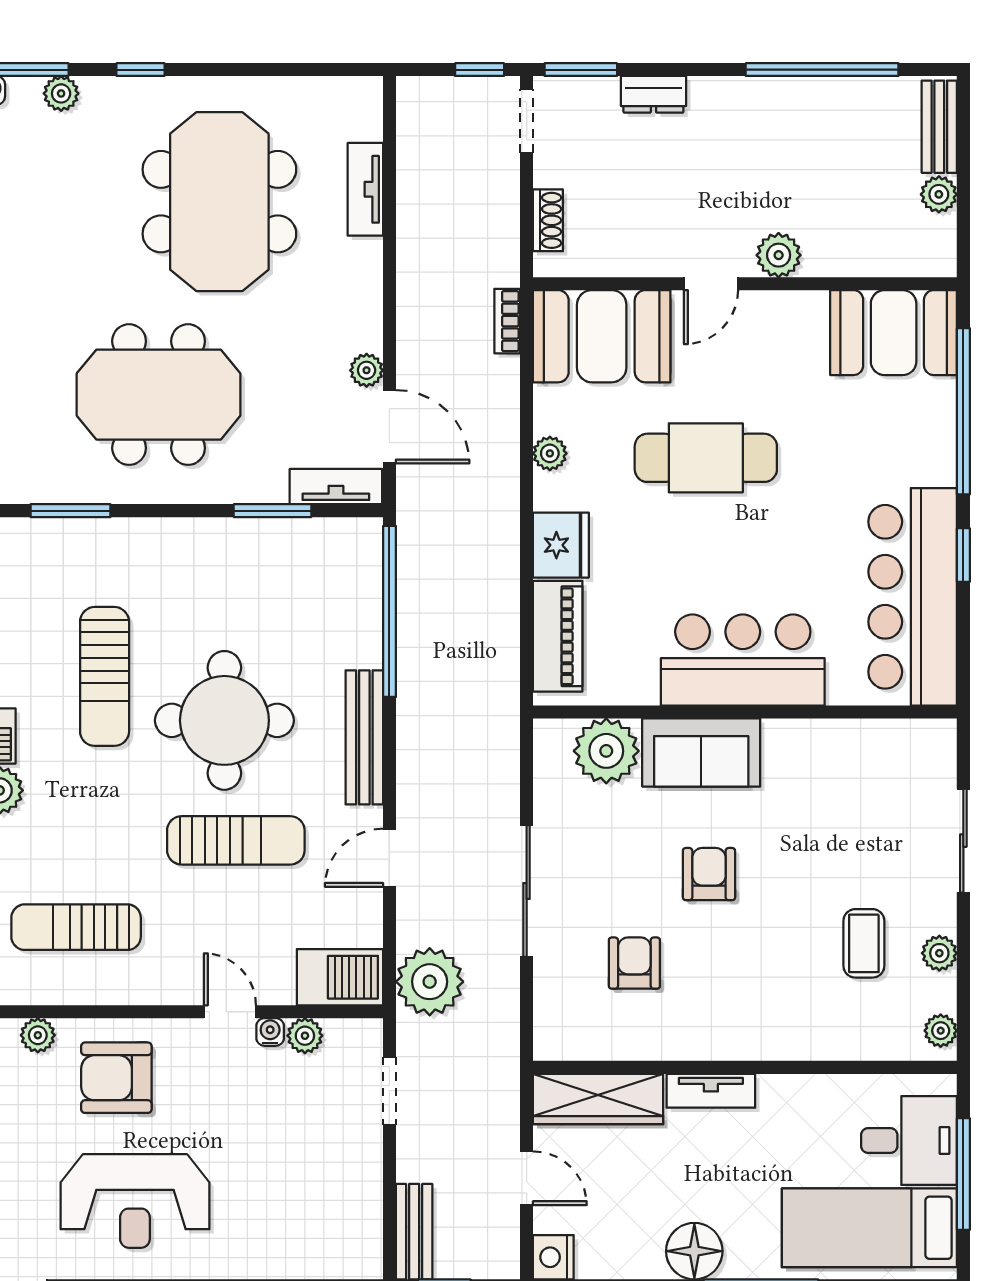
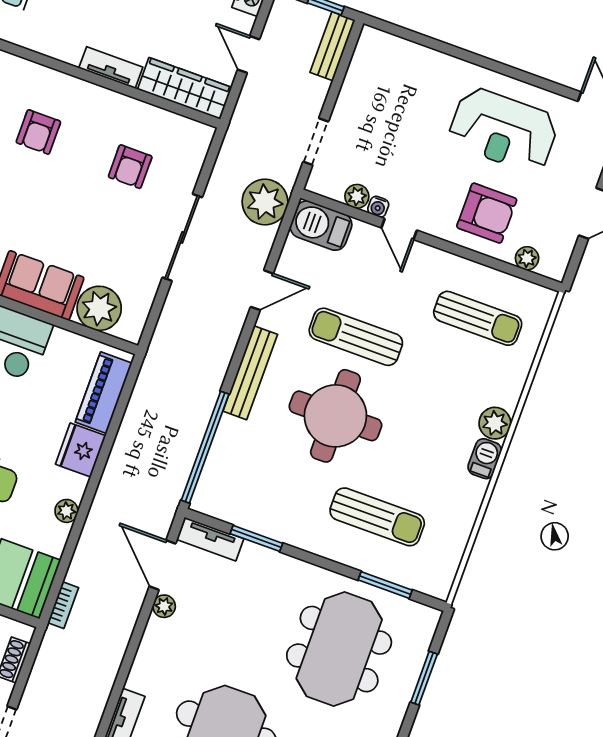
meeting table: (159, 395) -> (339, 649), moved, turned 90
sun lounger: (105, 676) -> (377, 517), moved, turned 90
armchair: (709, 874) -> (38, 132), moved
reception desk: (135, 1201) -> (503, 130), turned 180

